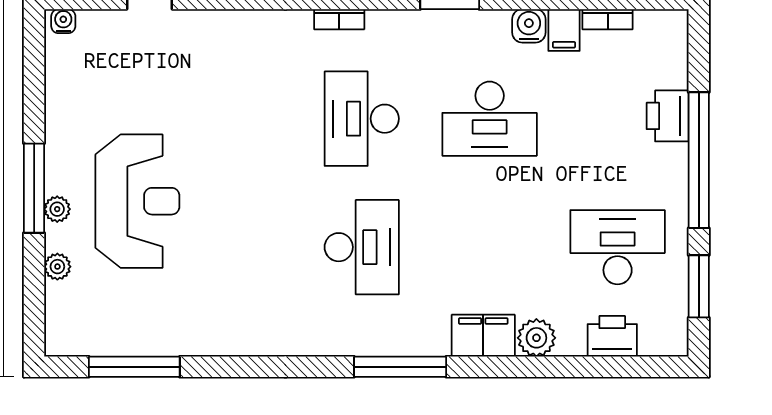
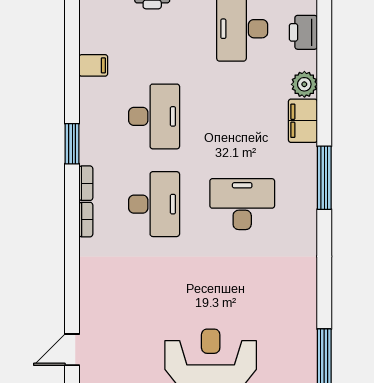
bookcase: (608, 19) -> (86, 183), moved
water cooler: (529, 26) -> (90, 89), removed
desk: (362, 119) -> (154, 204), turned -90

